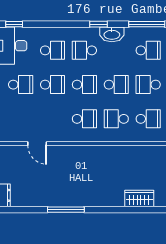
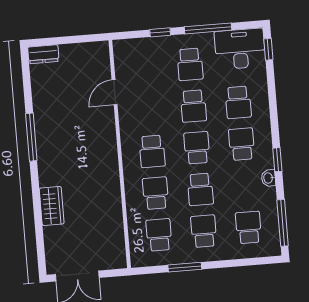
washbasin: (112, 34) -> (268, 178), width x0.52, depth x0.69
school desk: (148, 50) -> (248, 227), turned 180
school desk: (84, 85) -> (197, 148), turned 180
school desk: (148, 119) -> (159, 235), turned 180
wardrobe: (139, 199) -> (52, 206), moved

